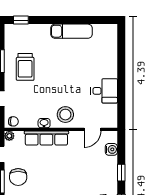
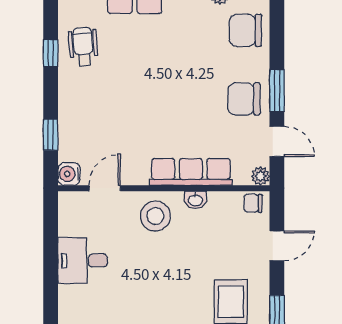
water cooler: (111, 149) -> (69, 174), moved
window: (121, 173) -> (51, 135), moved
chair: (18, 177) -> (244, 99), turned -90

